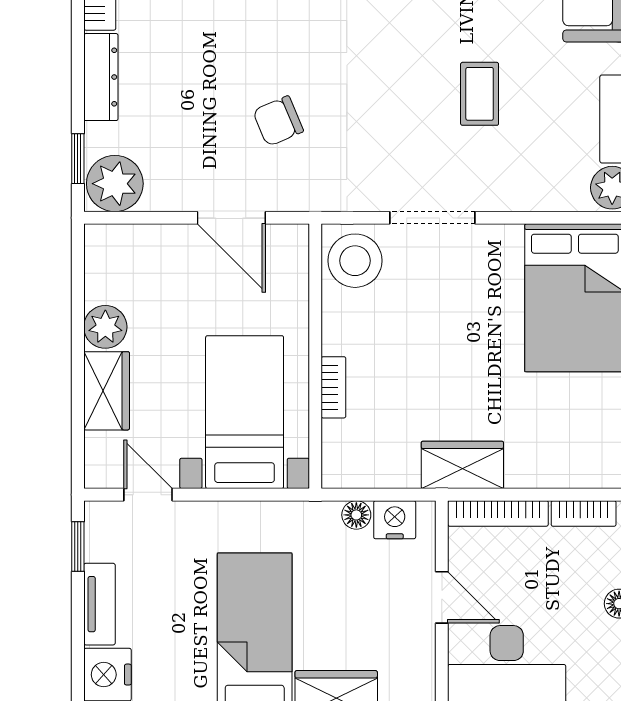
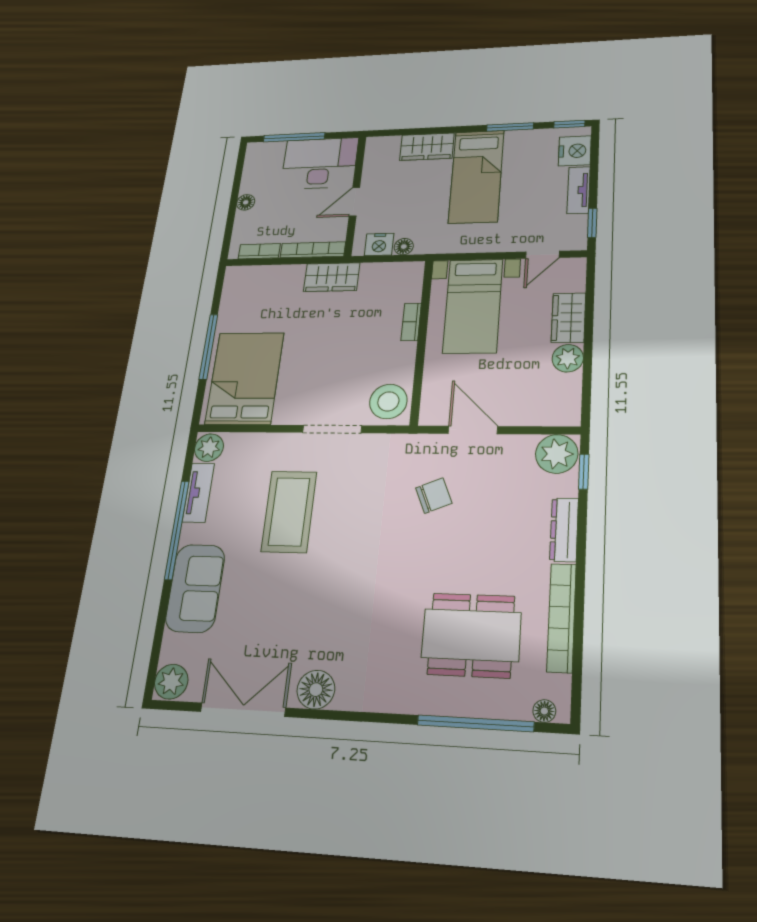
coffee table: (480, 94) -> (289, 512), width x1.86, depth x1.72
door: (148, 495) -> (542, 255), hinge flipped
door: (442, 597) -> (354, 202), hinge flipped

